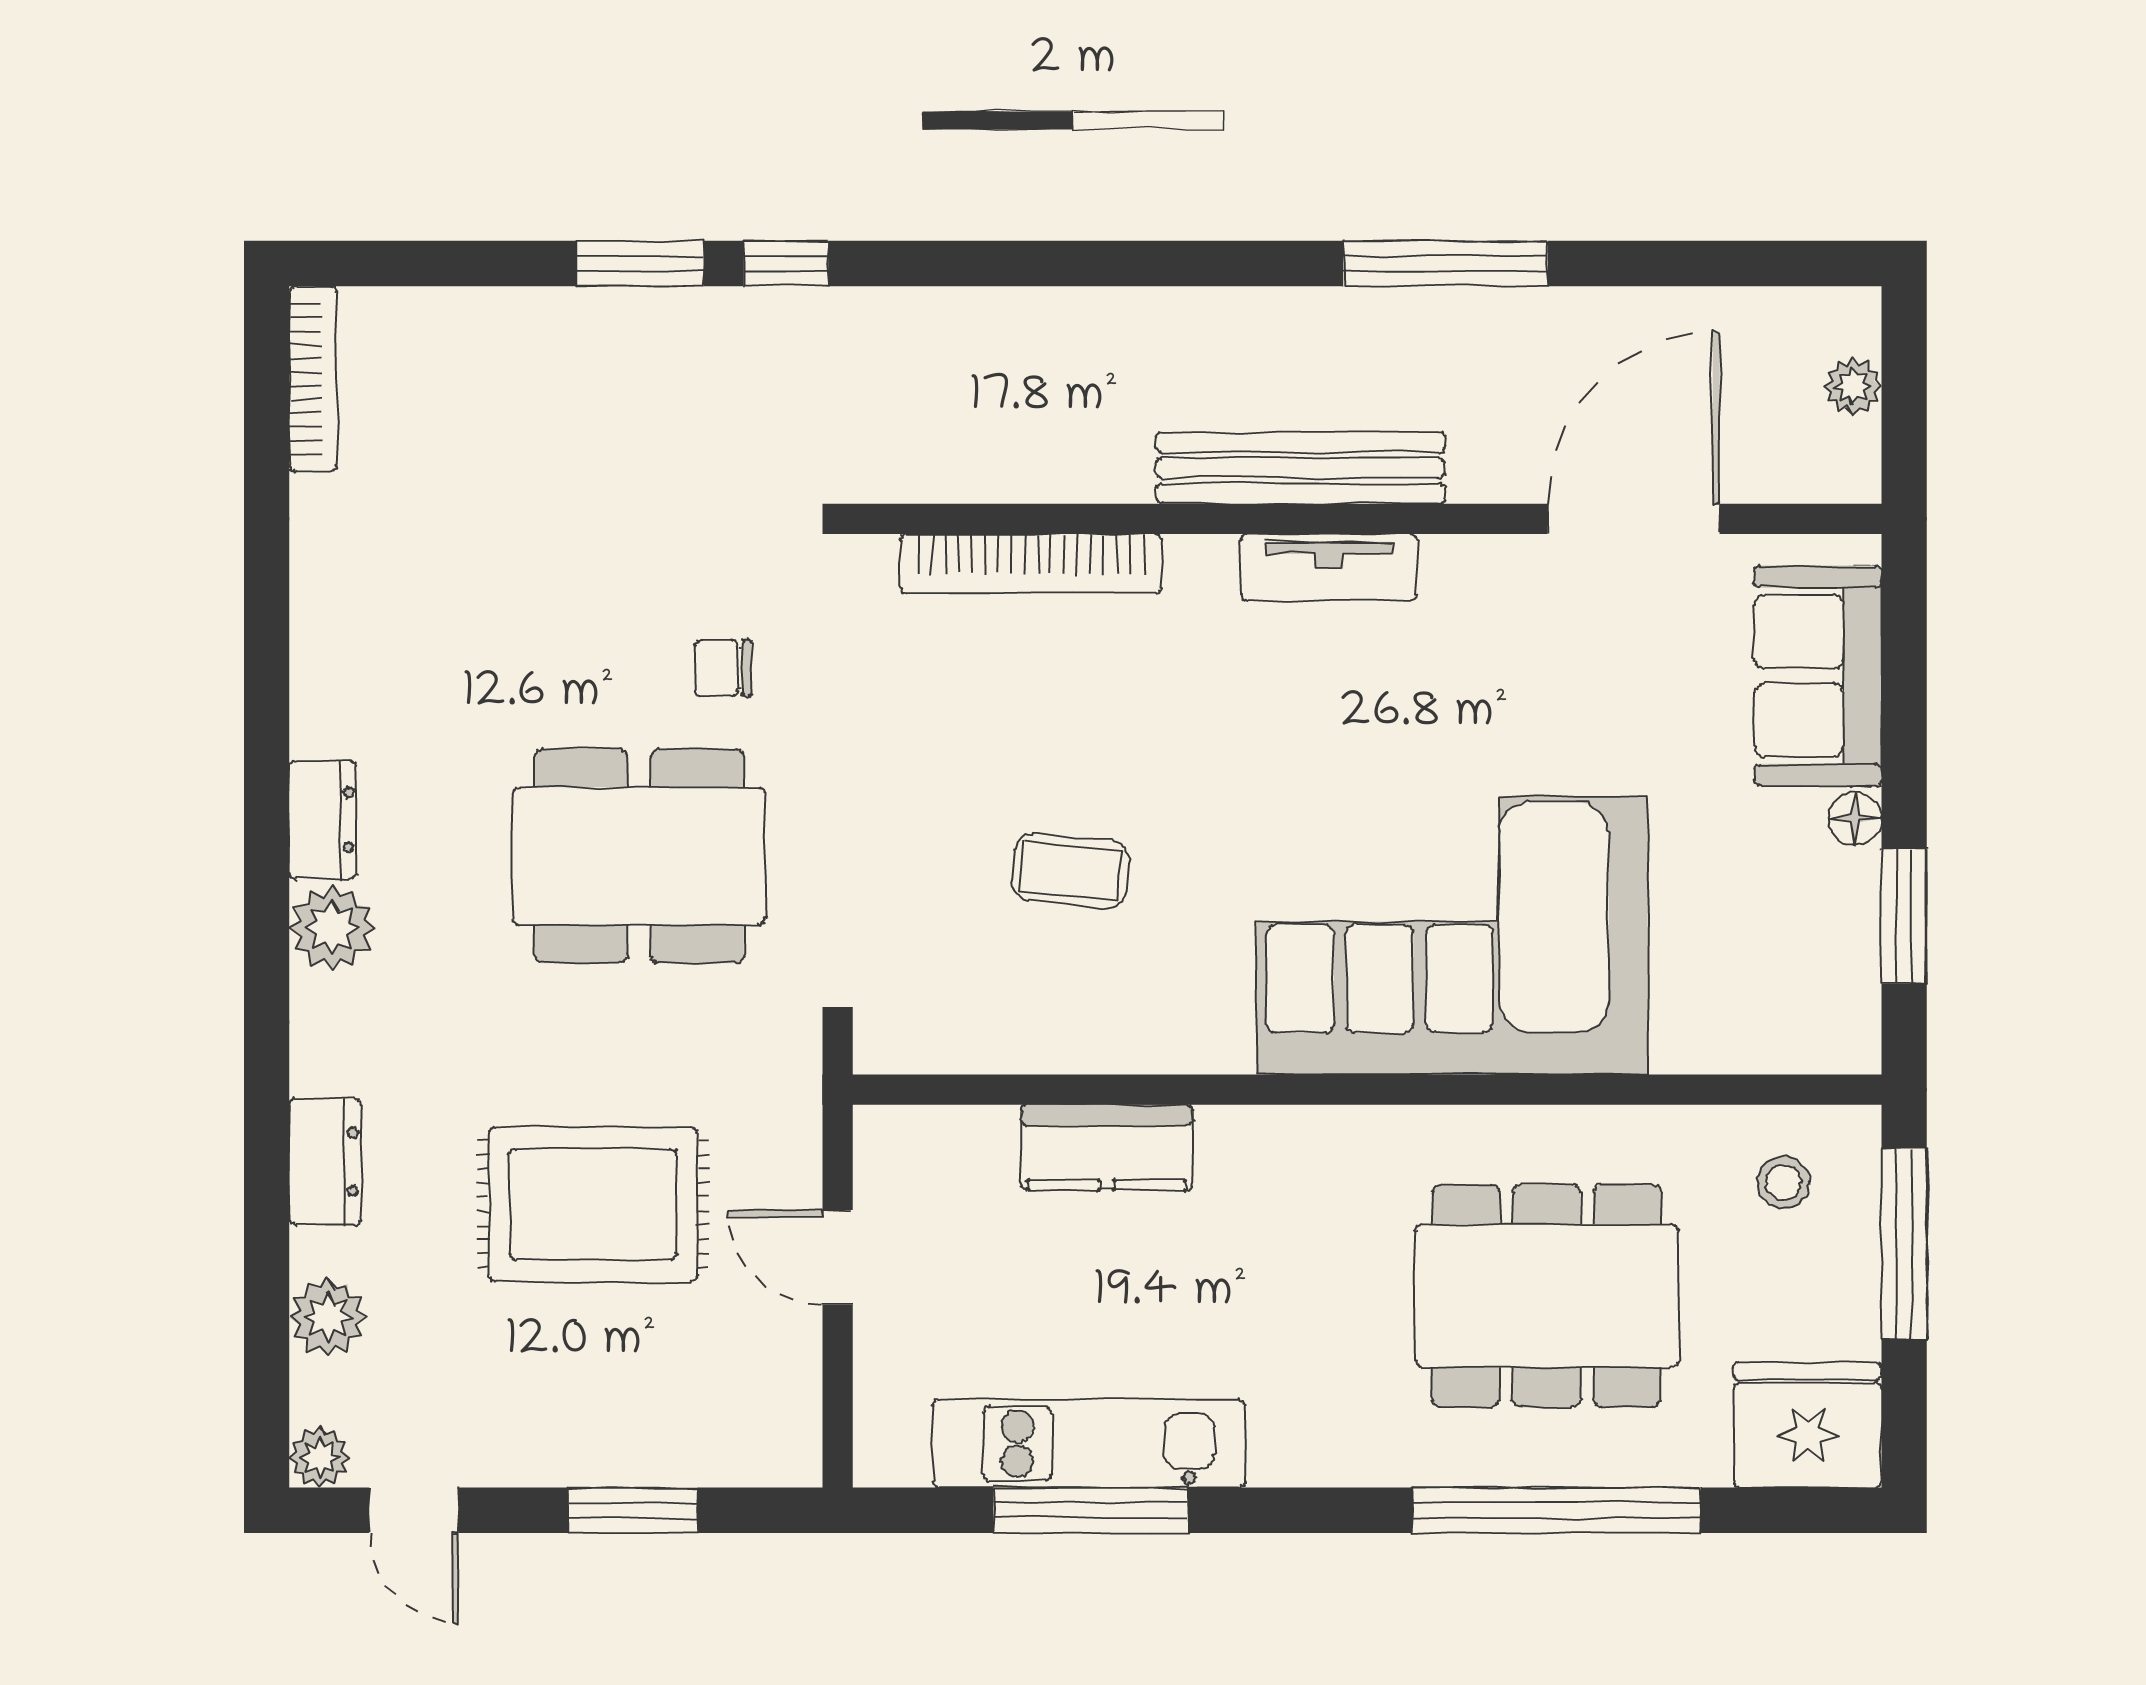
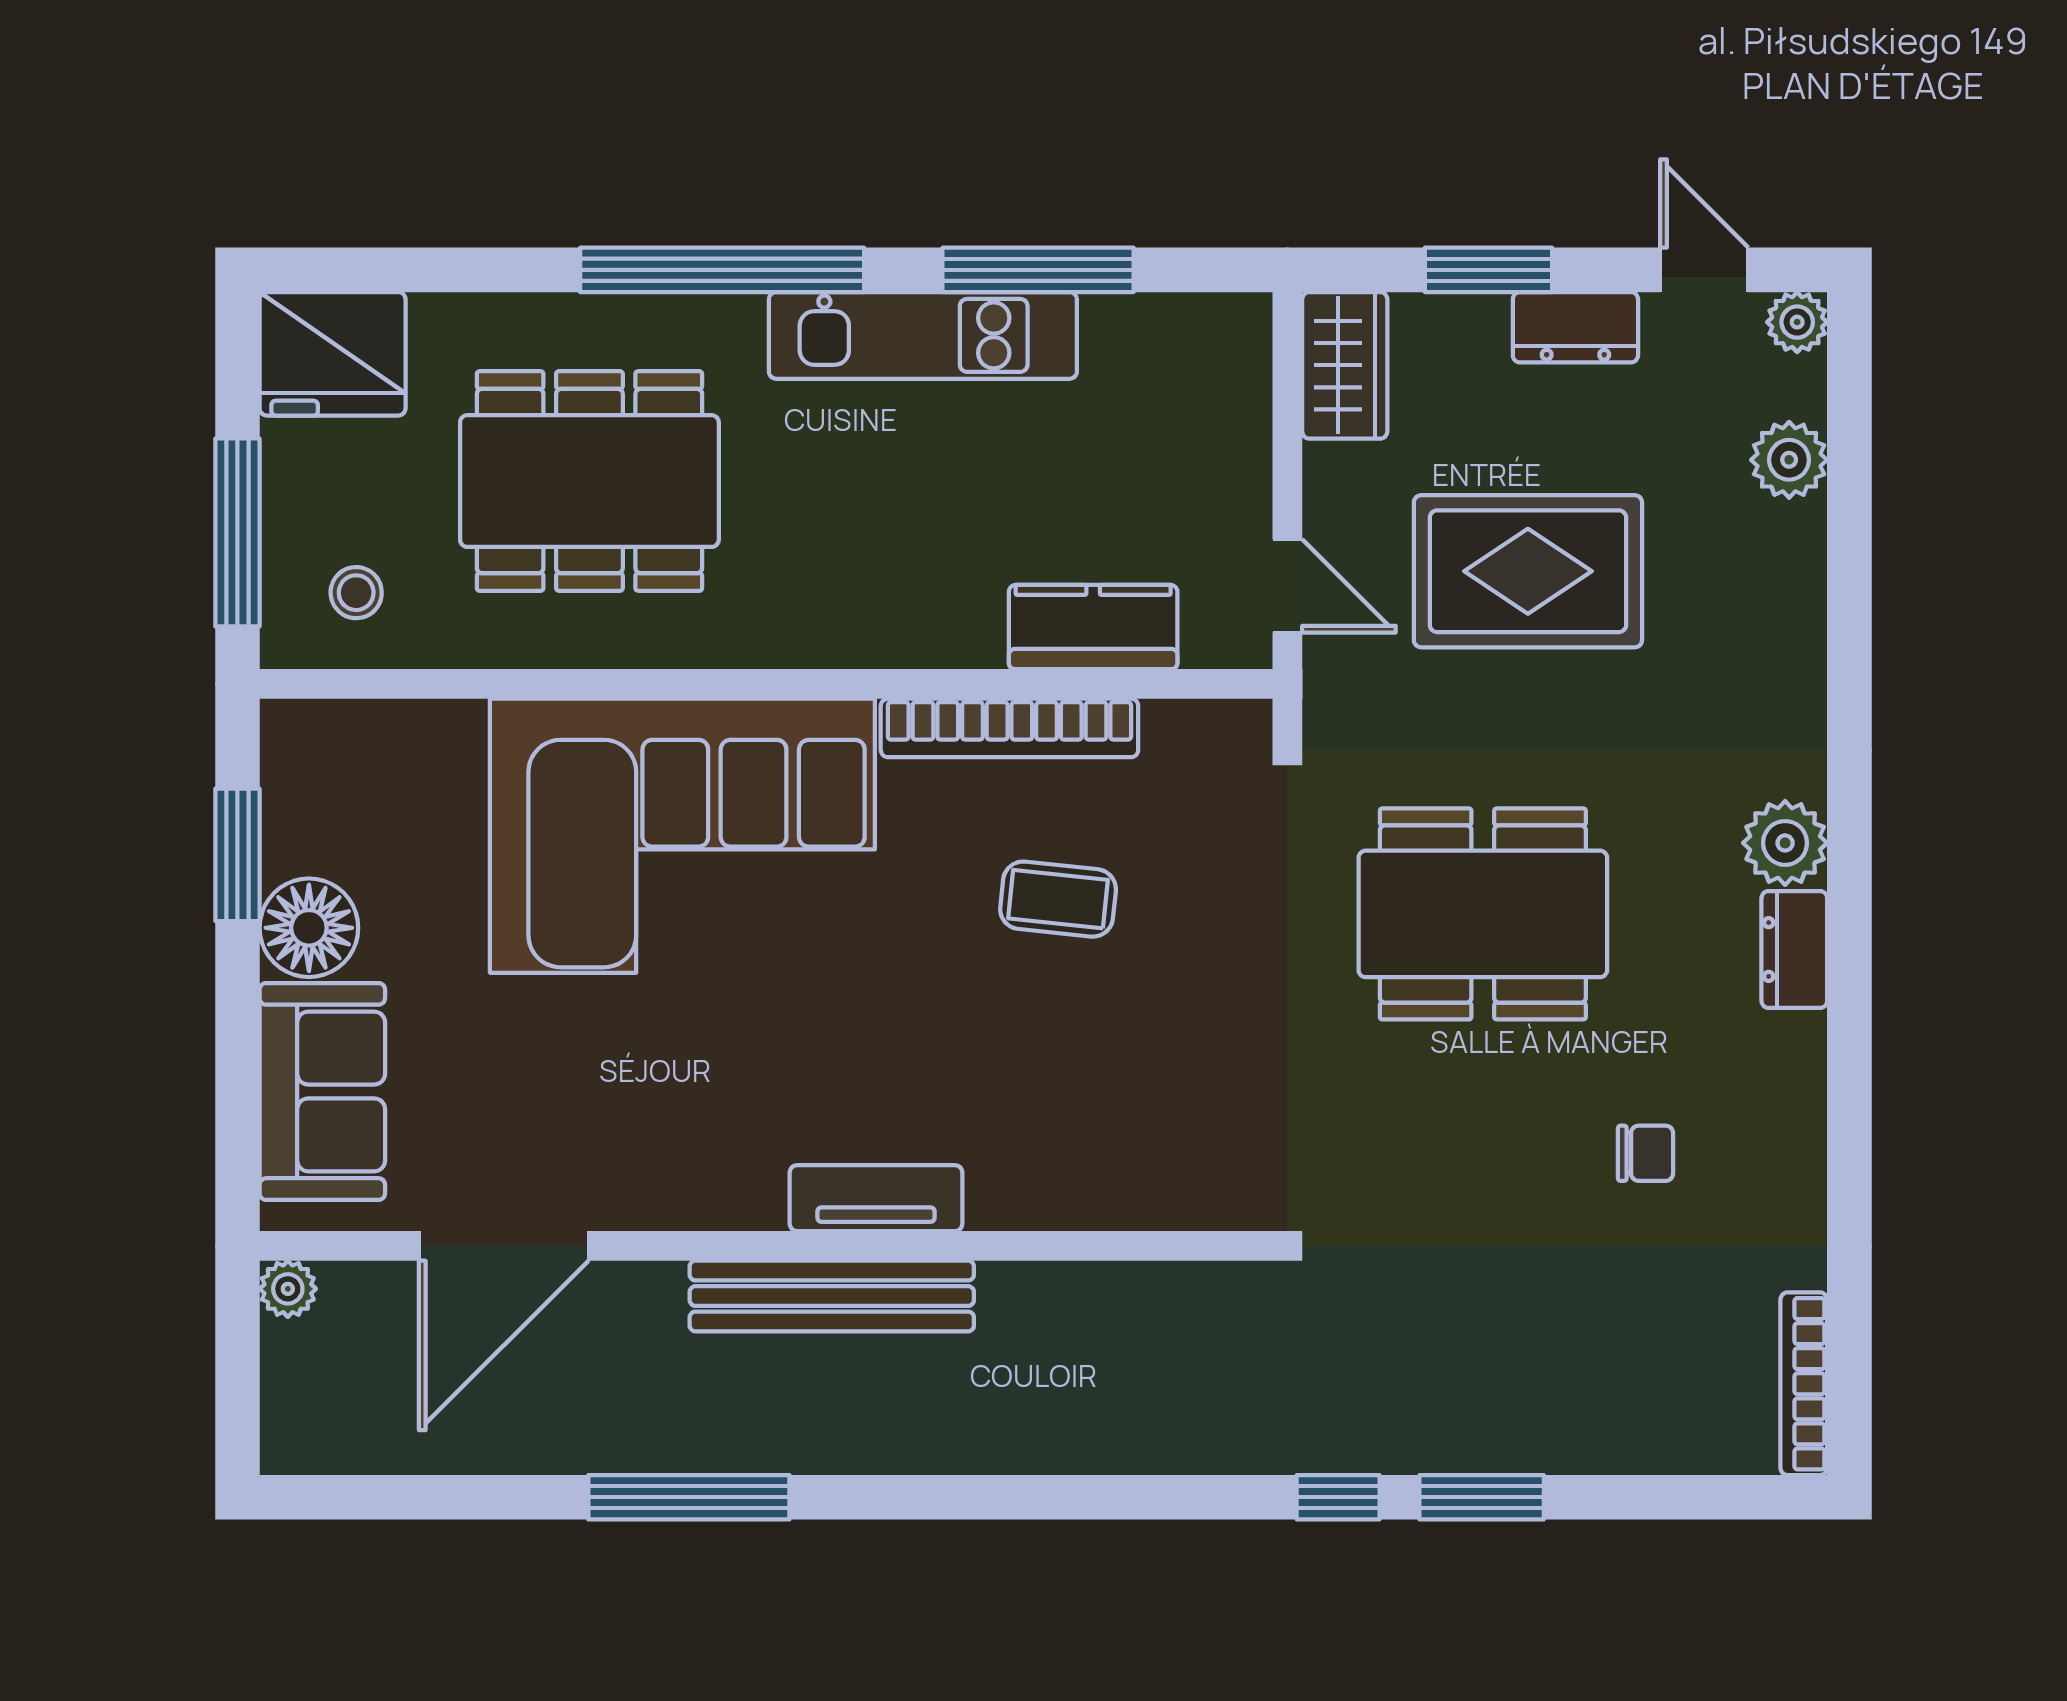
plant: (1853, 386) -> (288, 1289), moved
bookcase: (1031, 564) -> (1009, 728), moved, turned 180
tv unit: (1329, 567) -> (876, 1198), moved
chair: (723, 668) -> (1645, 1153), moved
floor lamp: (1855, 818) -> (309, 928), width x1.89, depth x1.89
kitchen counter: (1107, 1148) -> (1093, 627), moved
dresser: (325, 1162) -> (1575, 327), moved, turned -90
door: (838, 1257) -> (1287, 586), moved
wardrobe: (779, 1413) -> (1345, 365), added
kitchen unit: (1089, 1444) -> (923, 335), moved
window: (1556, 1510) -> (722, 270), moved

